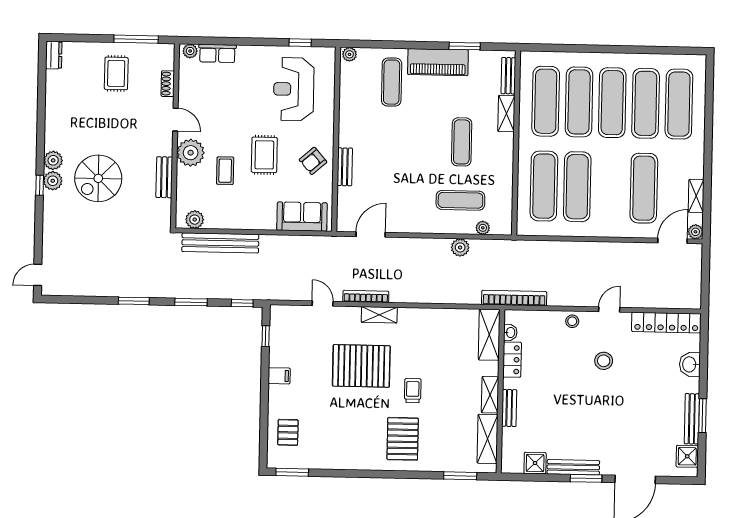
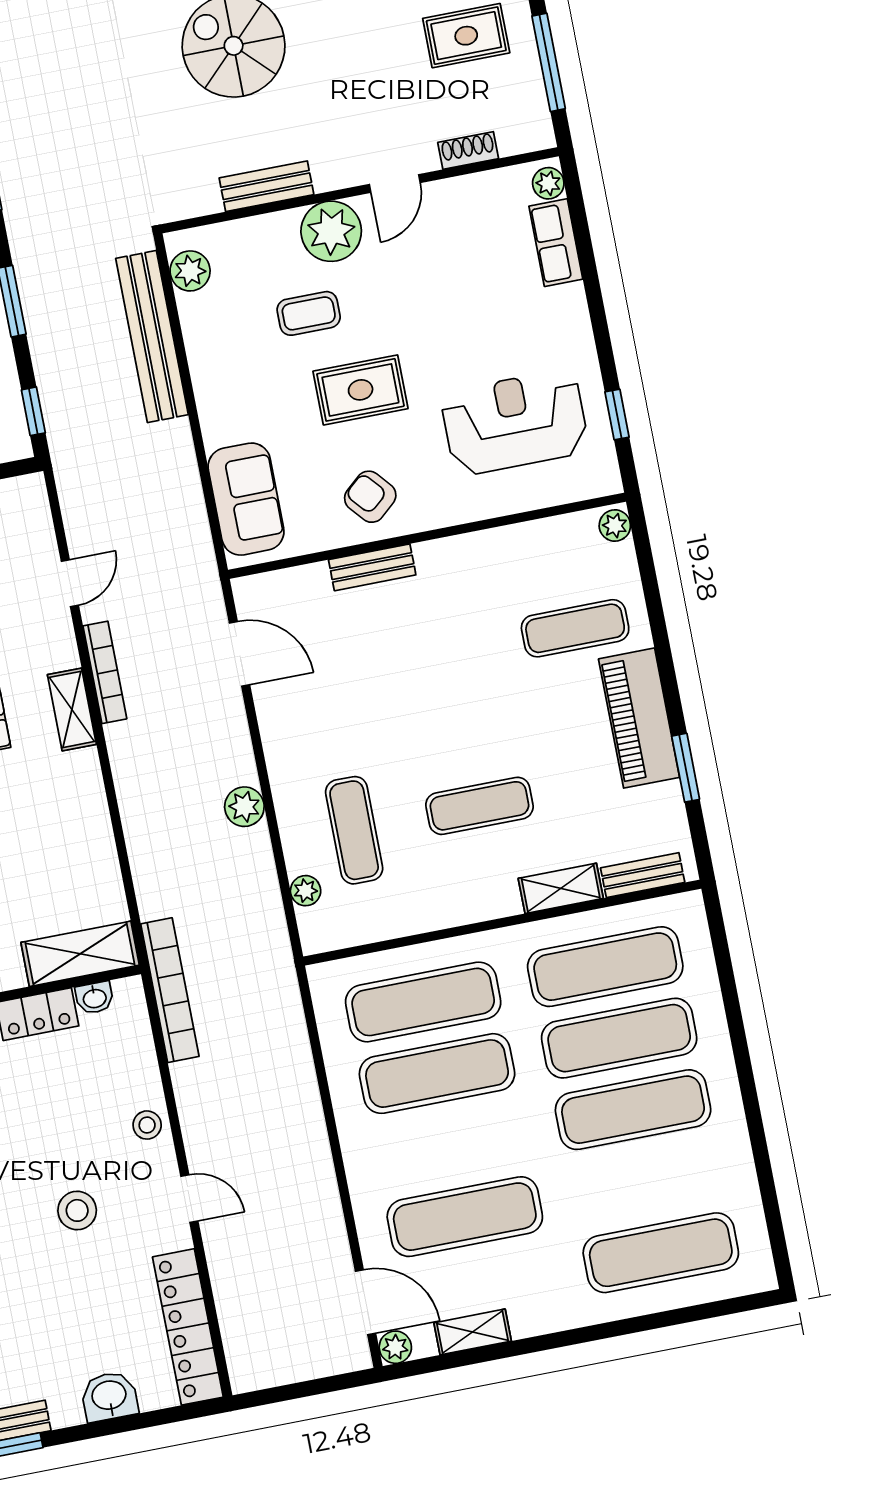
exercise mat: (646, 103) -> (647, 1181), removed
plant: (460, 247) -> (244, 807), moved

